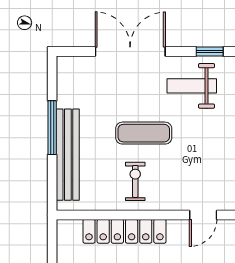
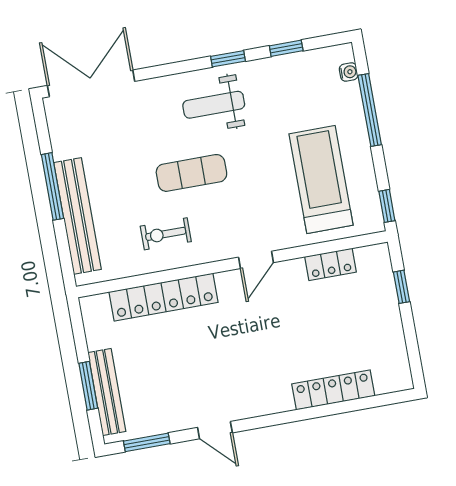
double door: (130, 51) -> (91, 83), moved
exercise mat: (144, 133) -> (191, 173), moved
exercise bike: (135, 181) -> (166, 234), turned -90

